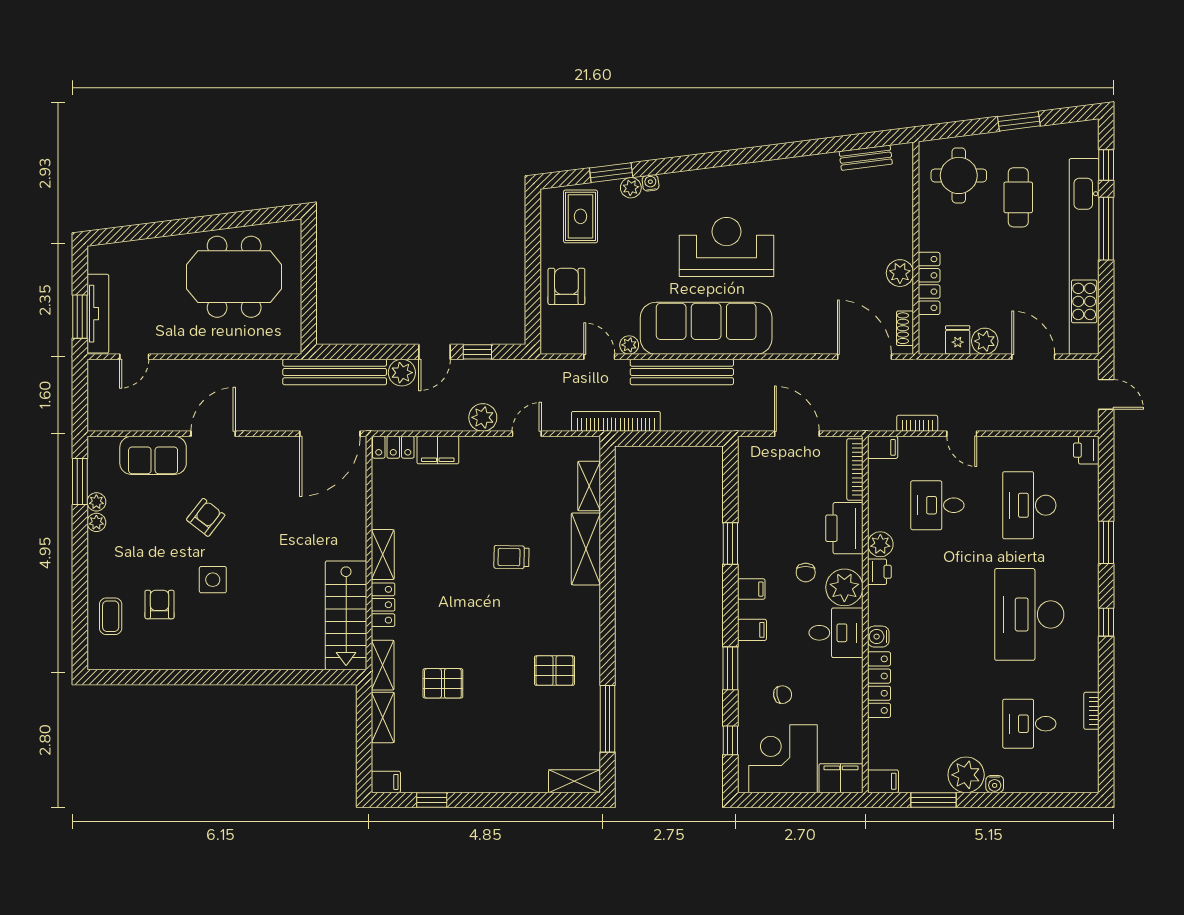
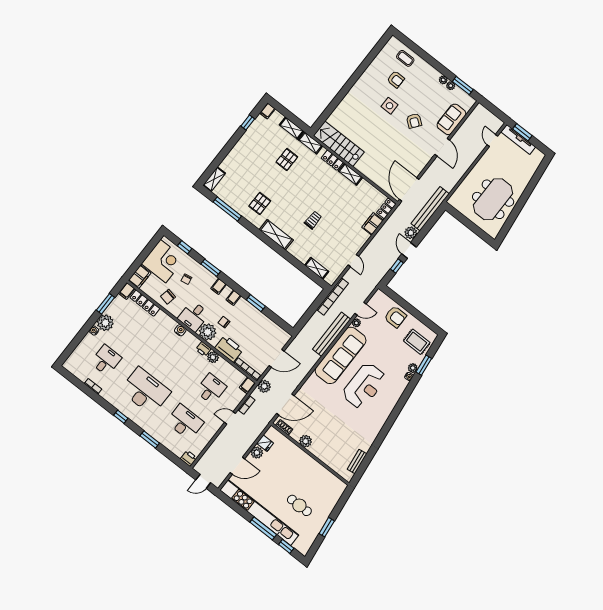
round table: (959, 175) -> (324, 490), removed
locker: (929, 283) -> (294, 449), removed
plant: (483, 417) -> (264, 386), moved
shelving: (586, 549) -> (276, 235), moved
locker: (879, 685) -> (145, 303), moved
chair: (837, 703) -> (168, 297), added

